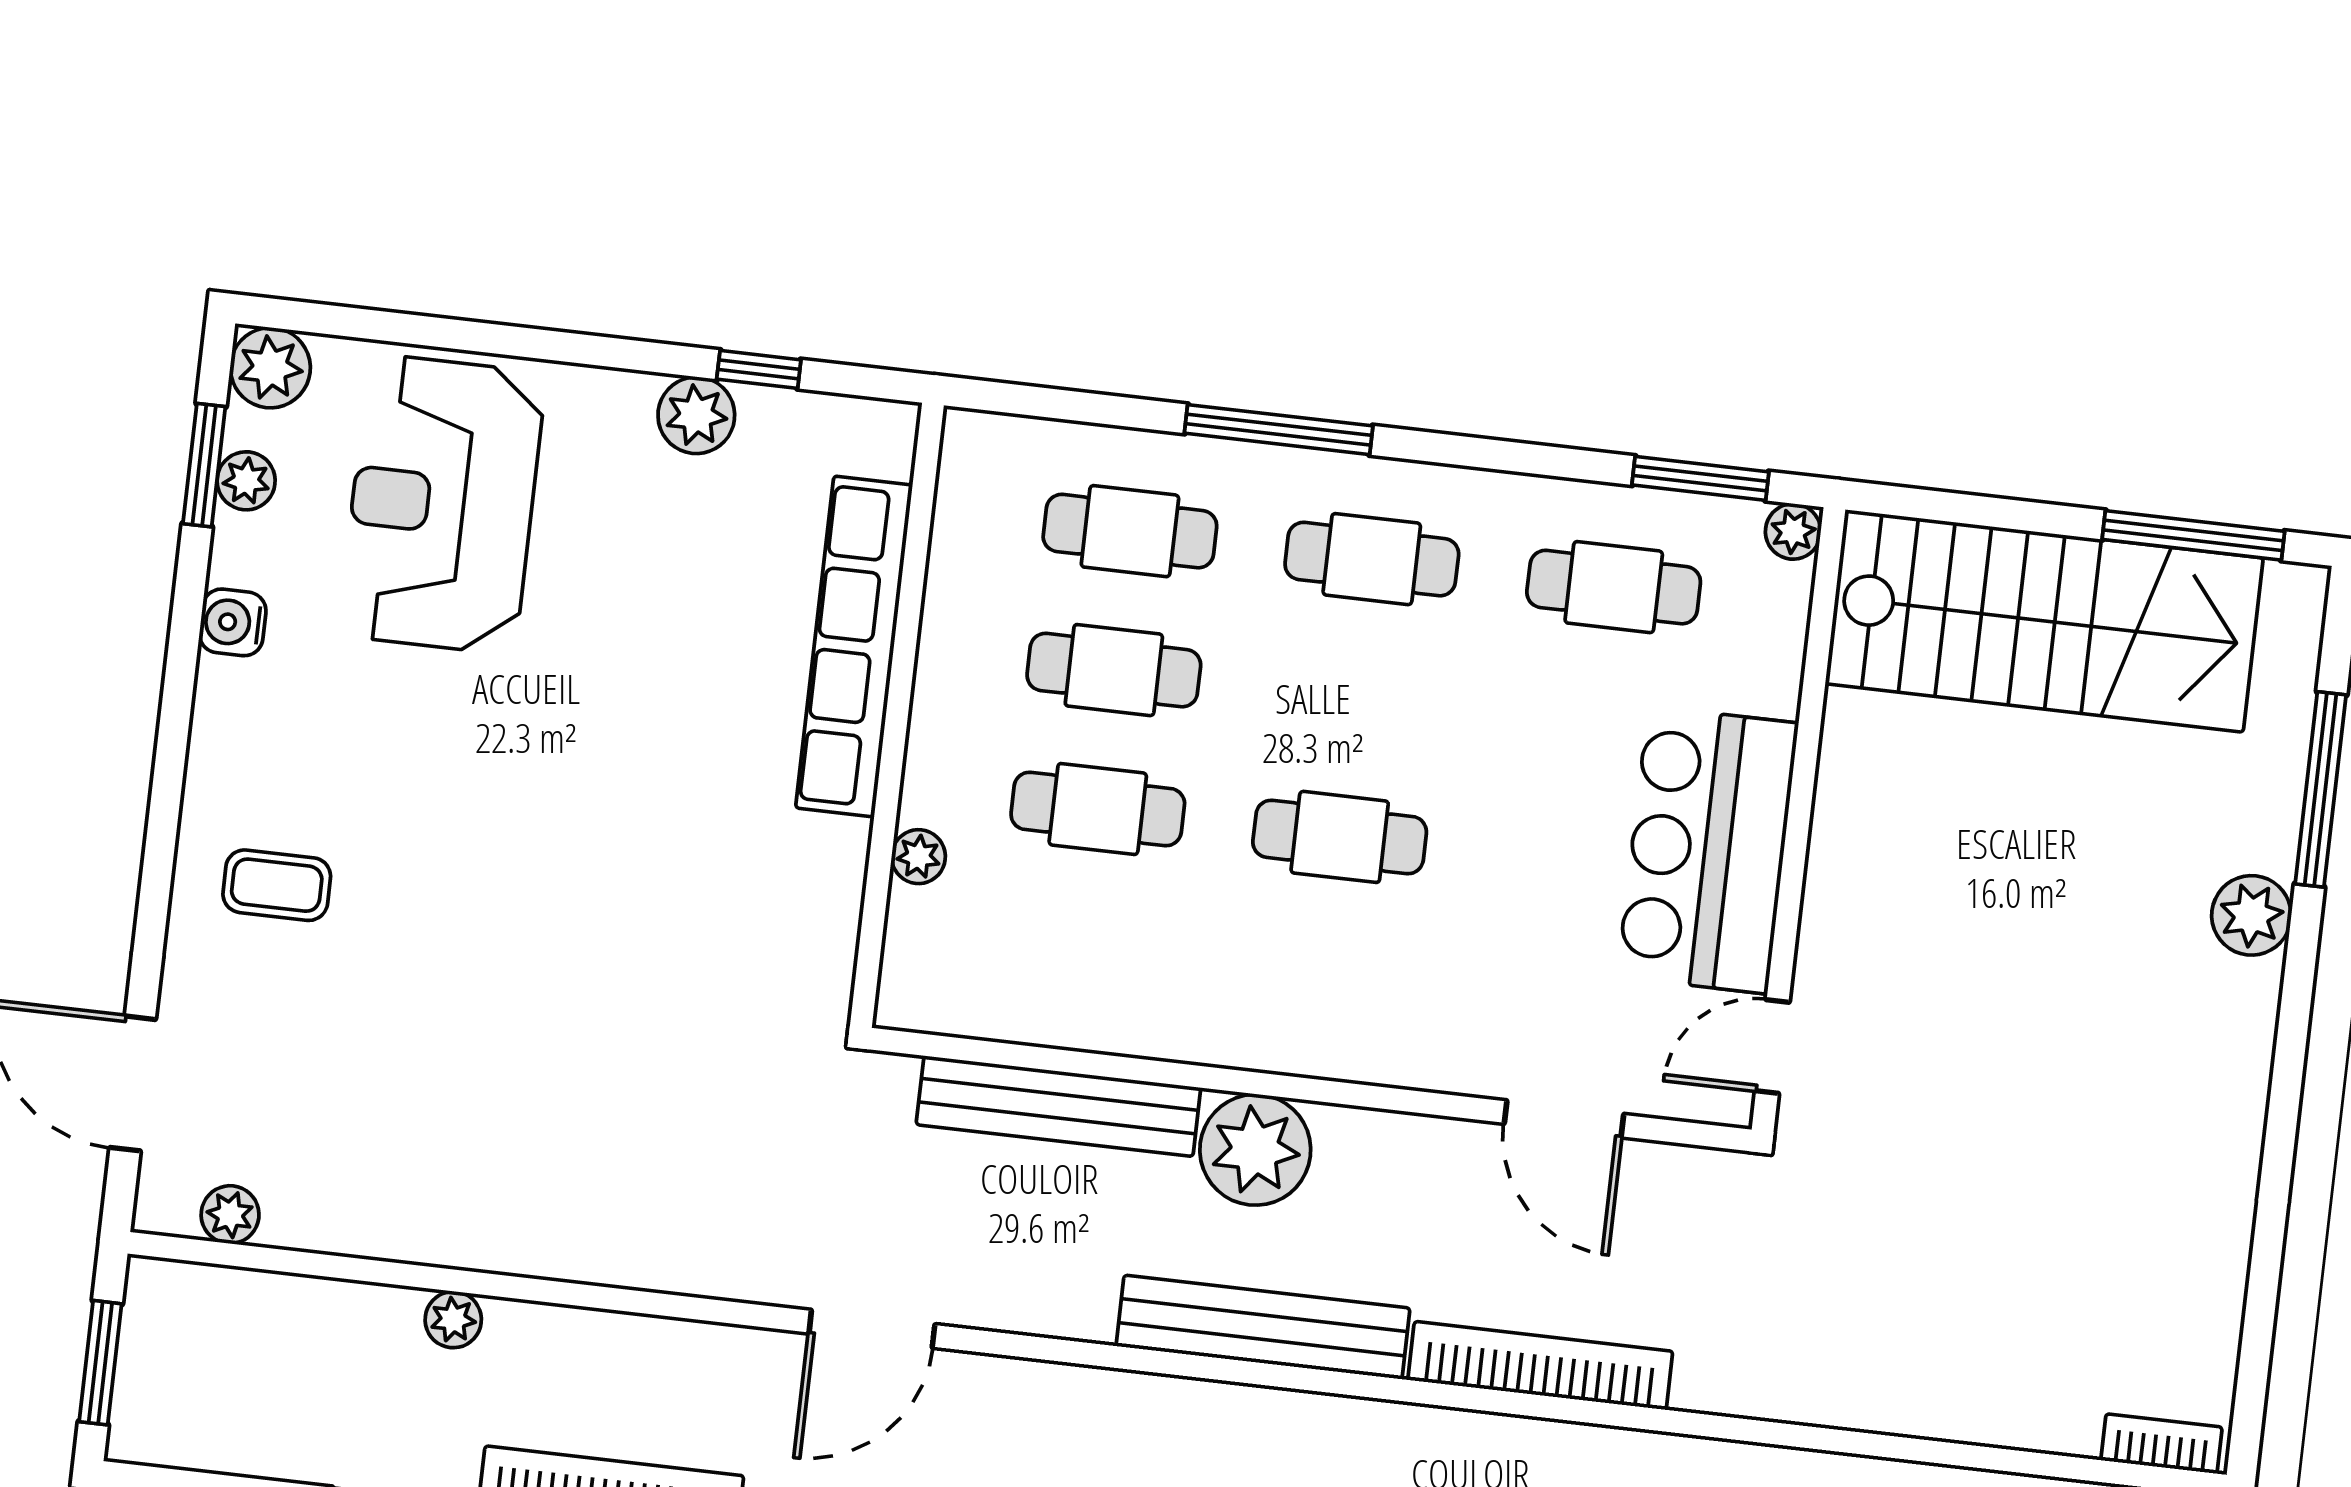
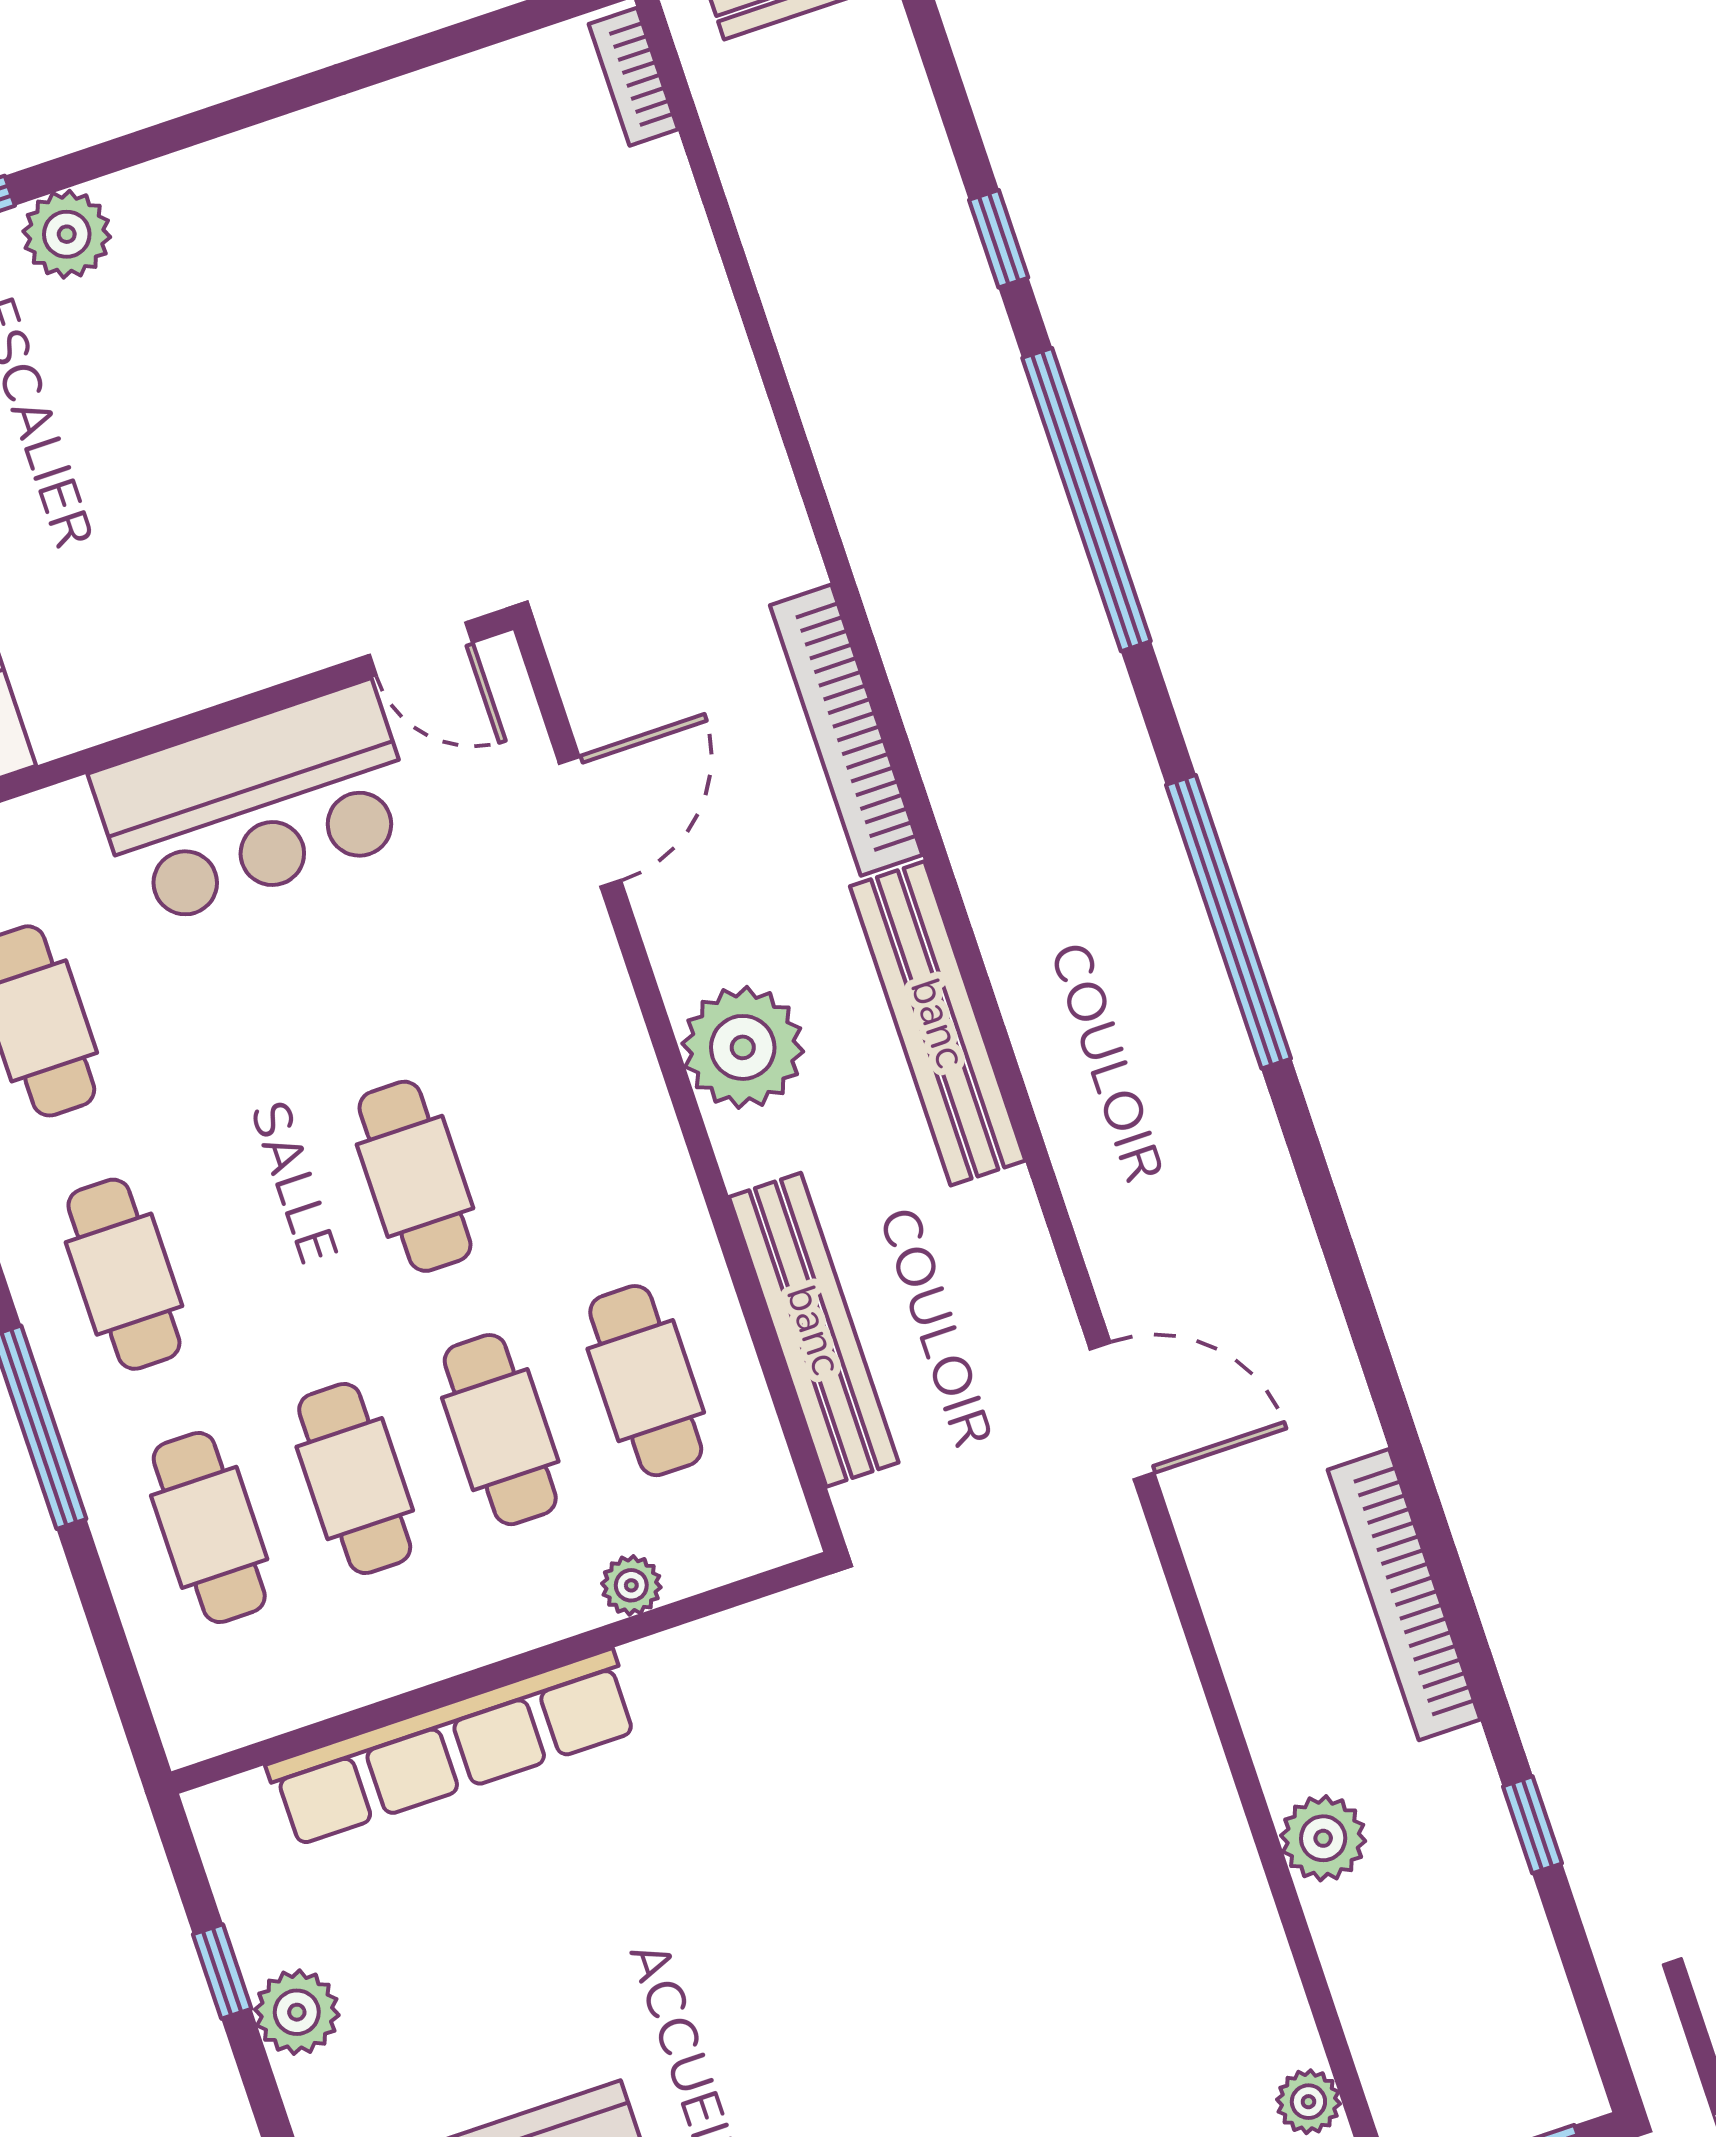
cafe table: (1082, 948) -> (646, 1381), added
plant: (1255, 1150) -> (743, 1047), moved
plant: (453, 1320) -> (1323, 1838), width x1.38, depth x1.38

